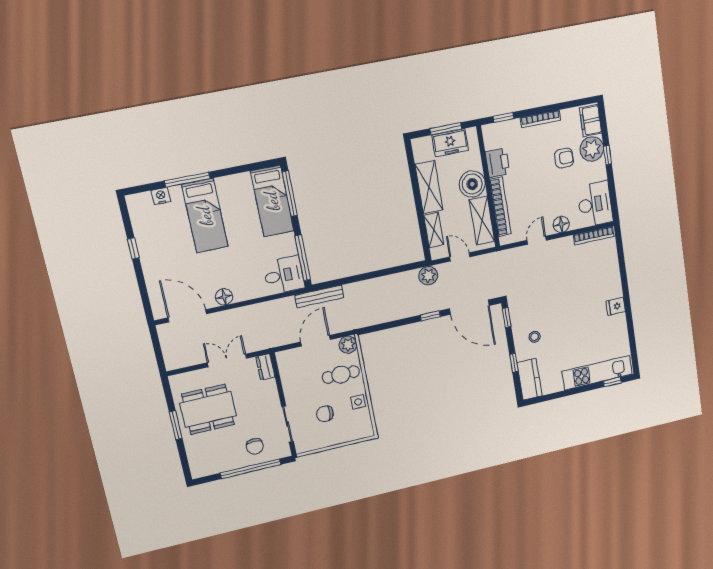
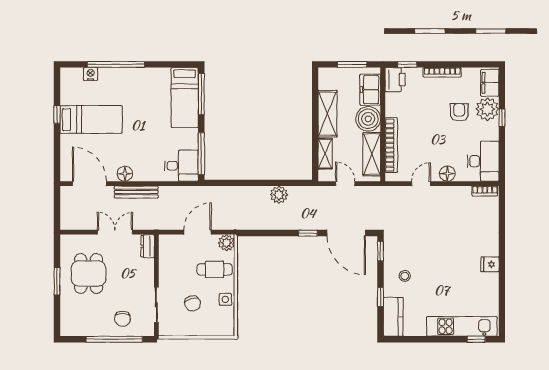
freezer: (450, 143) -> (370, 90), moved, turned 90
armchair: (564, 158) -> (459, 112), turned -90
printer: (497, 163) -> (395, 80), moved
window: (187, 180) -> (116, 64), width x1.46
bed: (205, 216) -> (91, 120), moved, turned -90
bookcase: (594, 236) -> (485, 191), width x0.64
plant: (428, 276) -> (279, 195), moved
bench: (319, 296) -> (136, 192), moved
dining table: (208, 409) -> (89, 273), width x0.73
chair: (325, 414) -> (193, 303), turned -112

